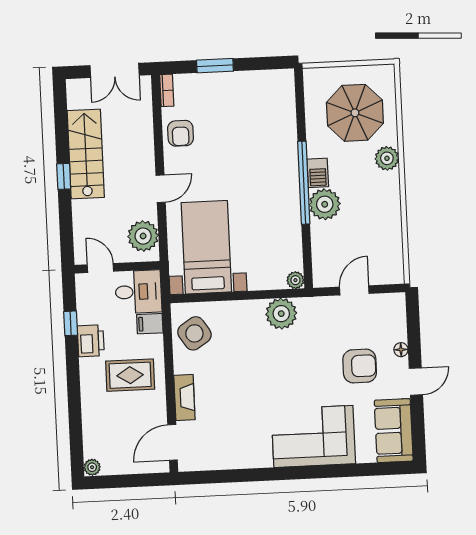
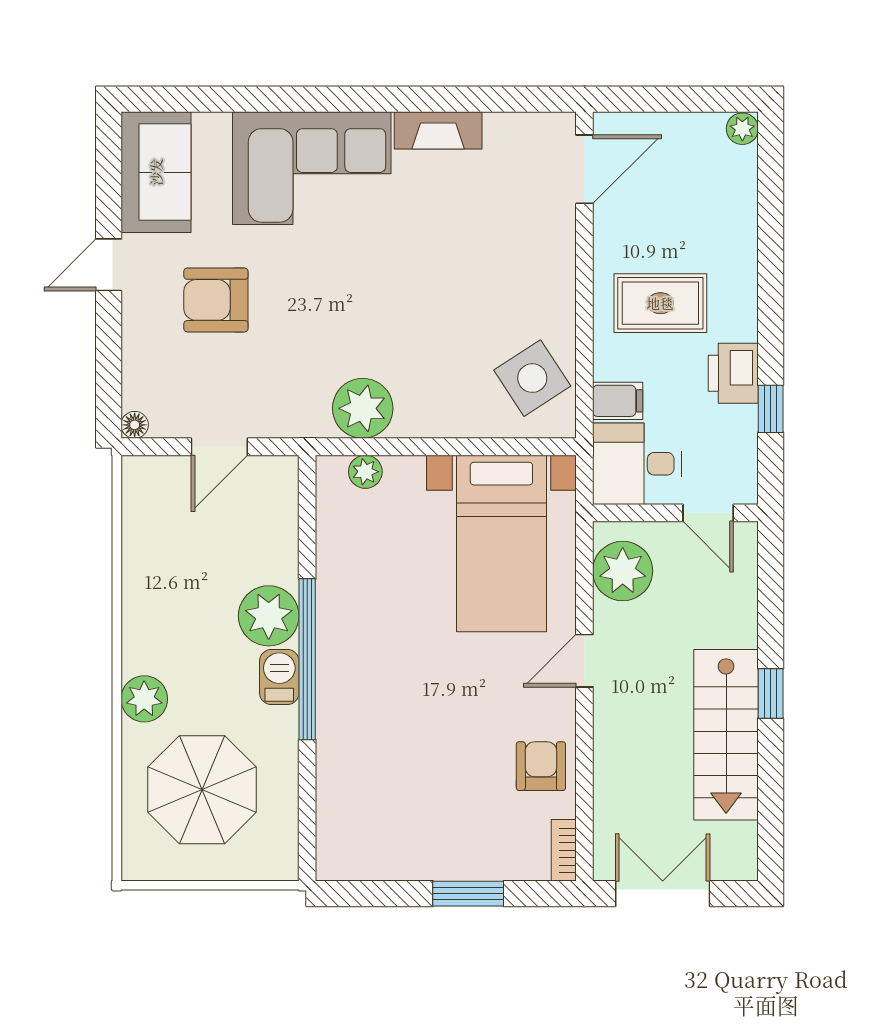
plant: (295, 280) -> (365, 472), moved
floor lamp: (401, 350) -> (135, 425), moved
fireplace: (184, 397) -> (438, 130), moved, turned -90

